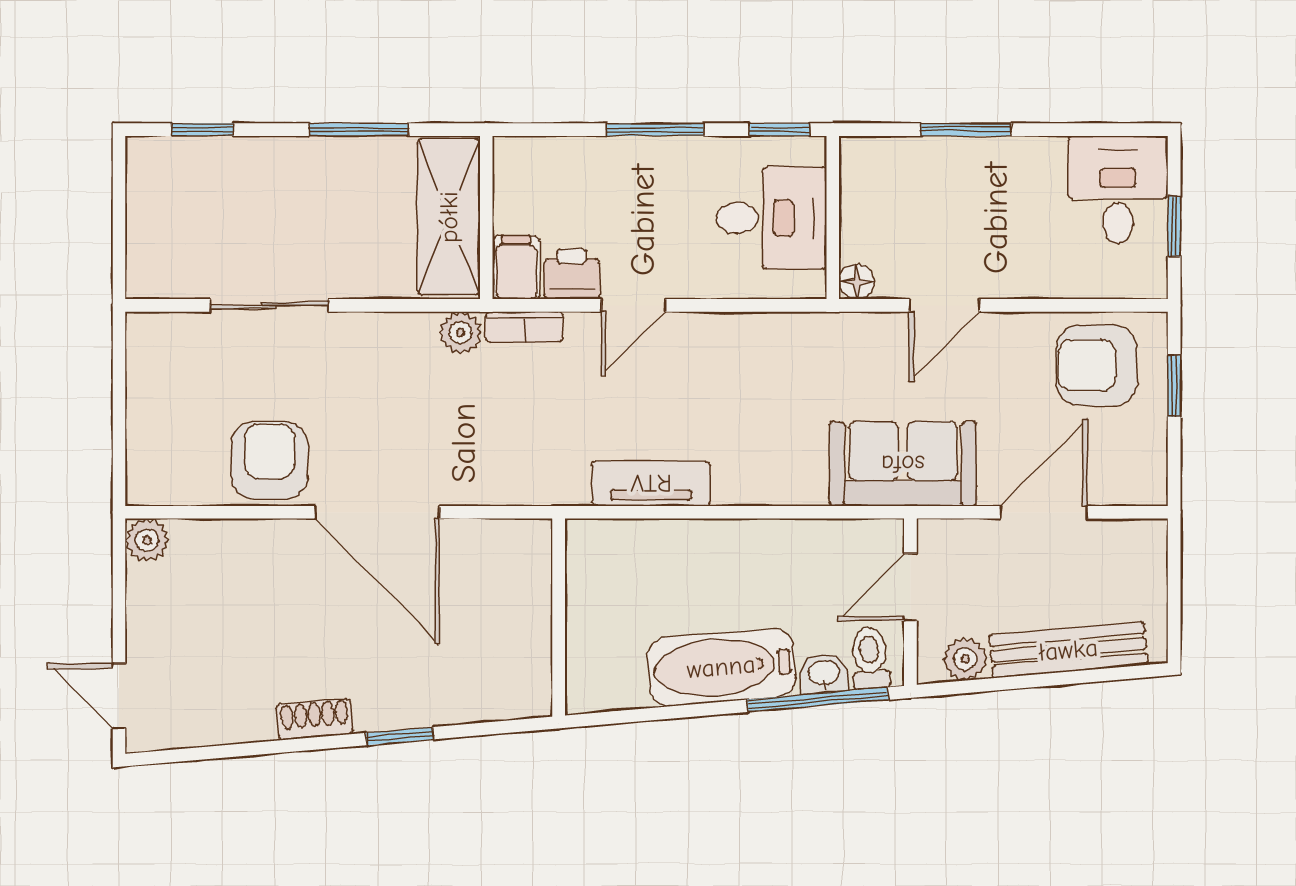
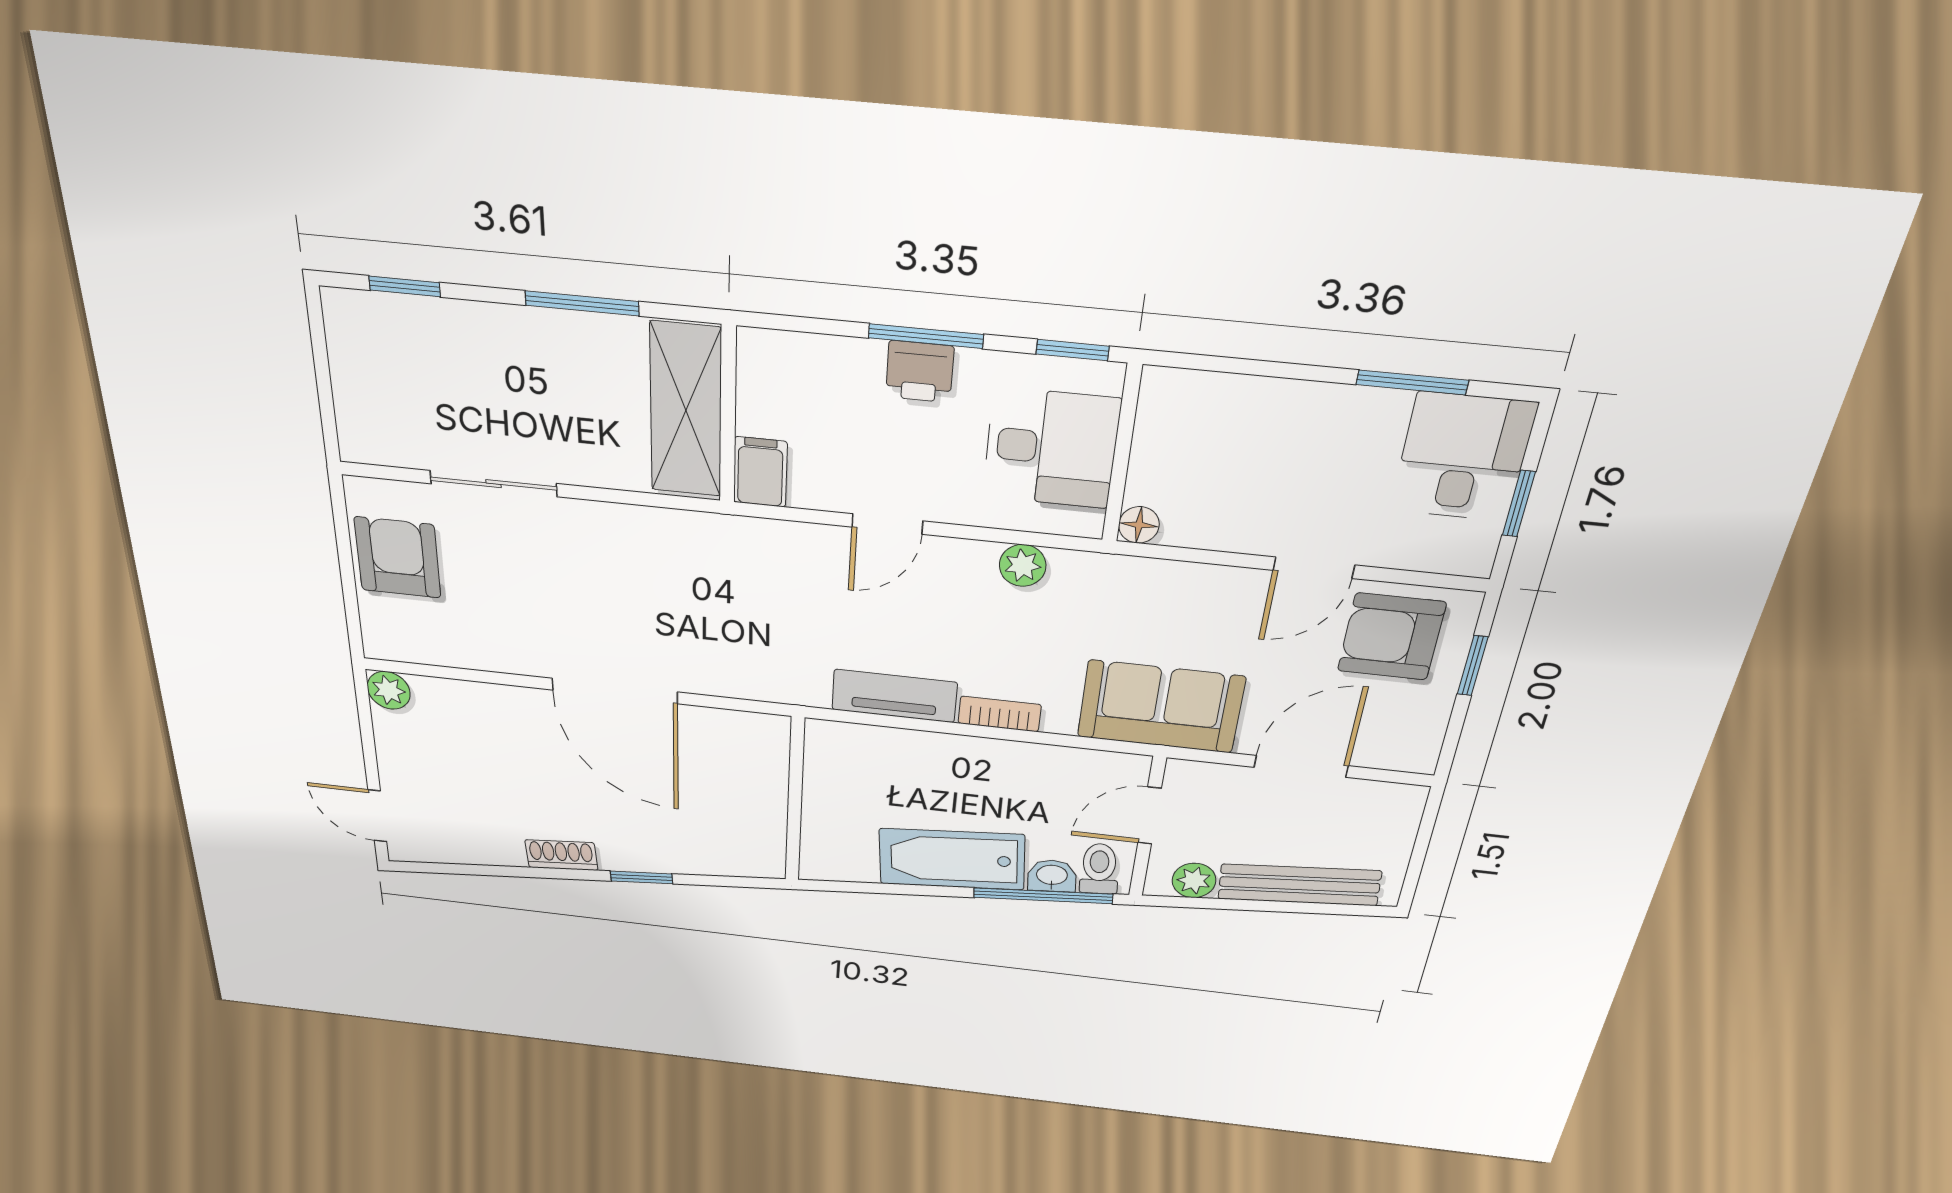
window: (966, 130) -> (1412, 382), moved
printer: (572, 274) -> (920, 372), moved, turned 180
door: (944, 305) -> (1314, 568), moved
bookcase: (524, 327) -> (1000, 714), moved, turned 180
plant: (461, 333) -> (1023, 565), moved
armchair: (269, 461) -> (398, 557), moved

